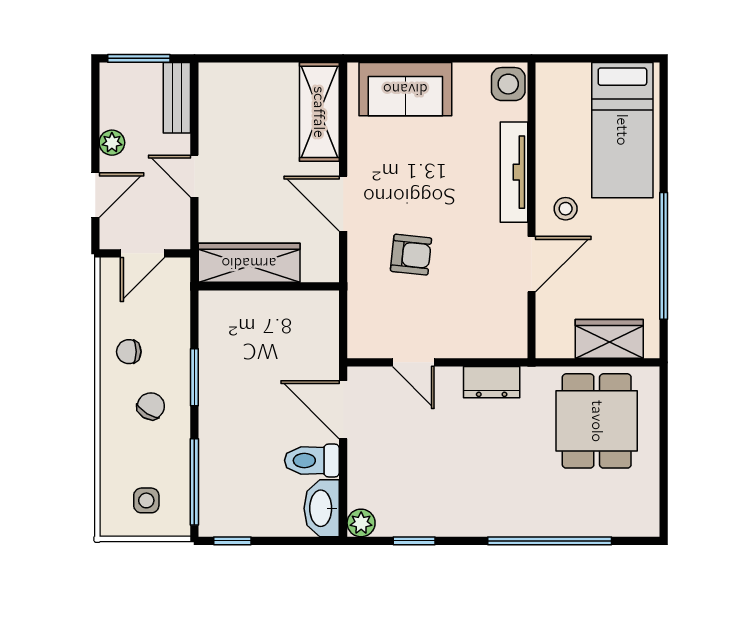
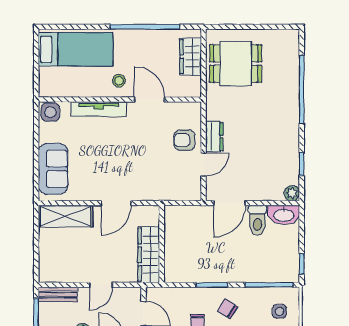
armchair: (411, 255) -> (185, 140), moved, turned -96
dresser: (492, 382) -> (214, 137), moved

